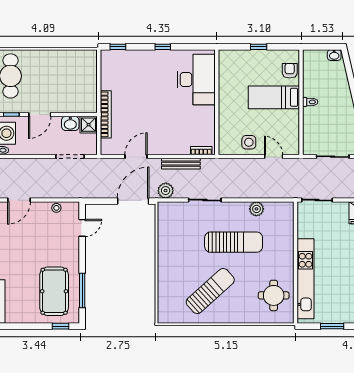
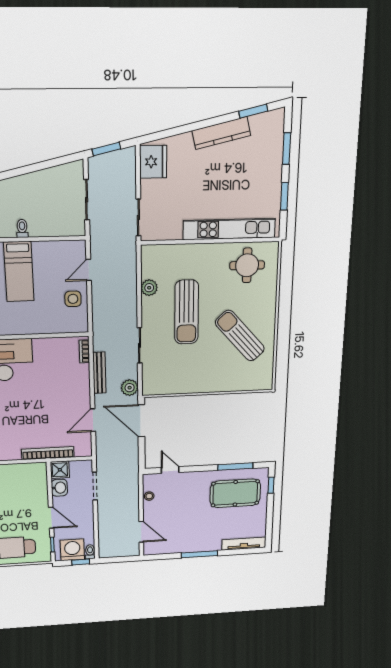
door: (136, 157) -> (93, 420), hinge flipped
sun lounger: (234, 242) -> (187, 312), turned 180

